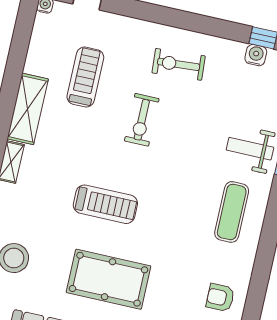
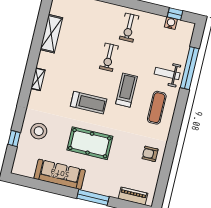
exercise bike: (179, 64) -> (129, 28), turned -86
treadmill: (85, 77) -> (126, 90), moved
shelving: (28, 109) -> (51, 34), moved

